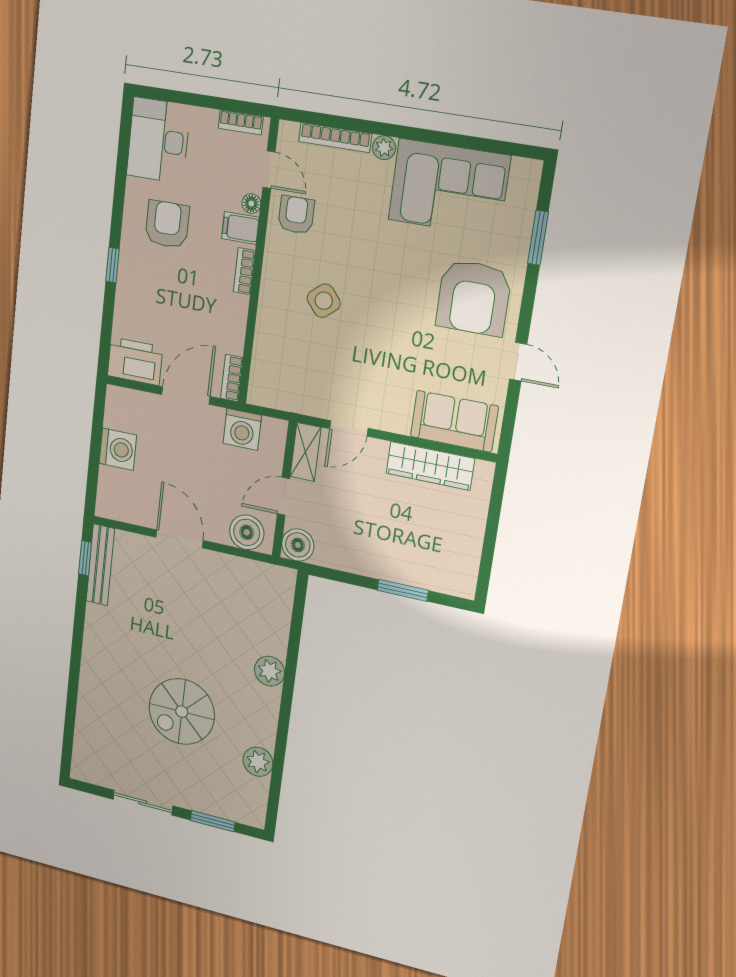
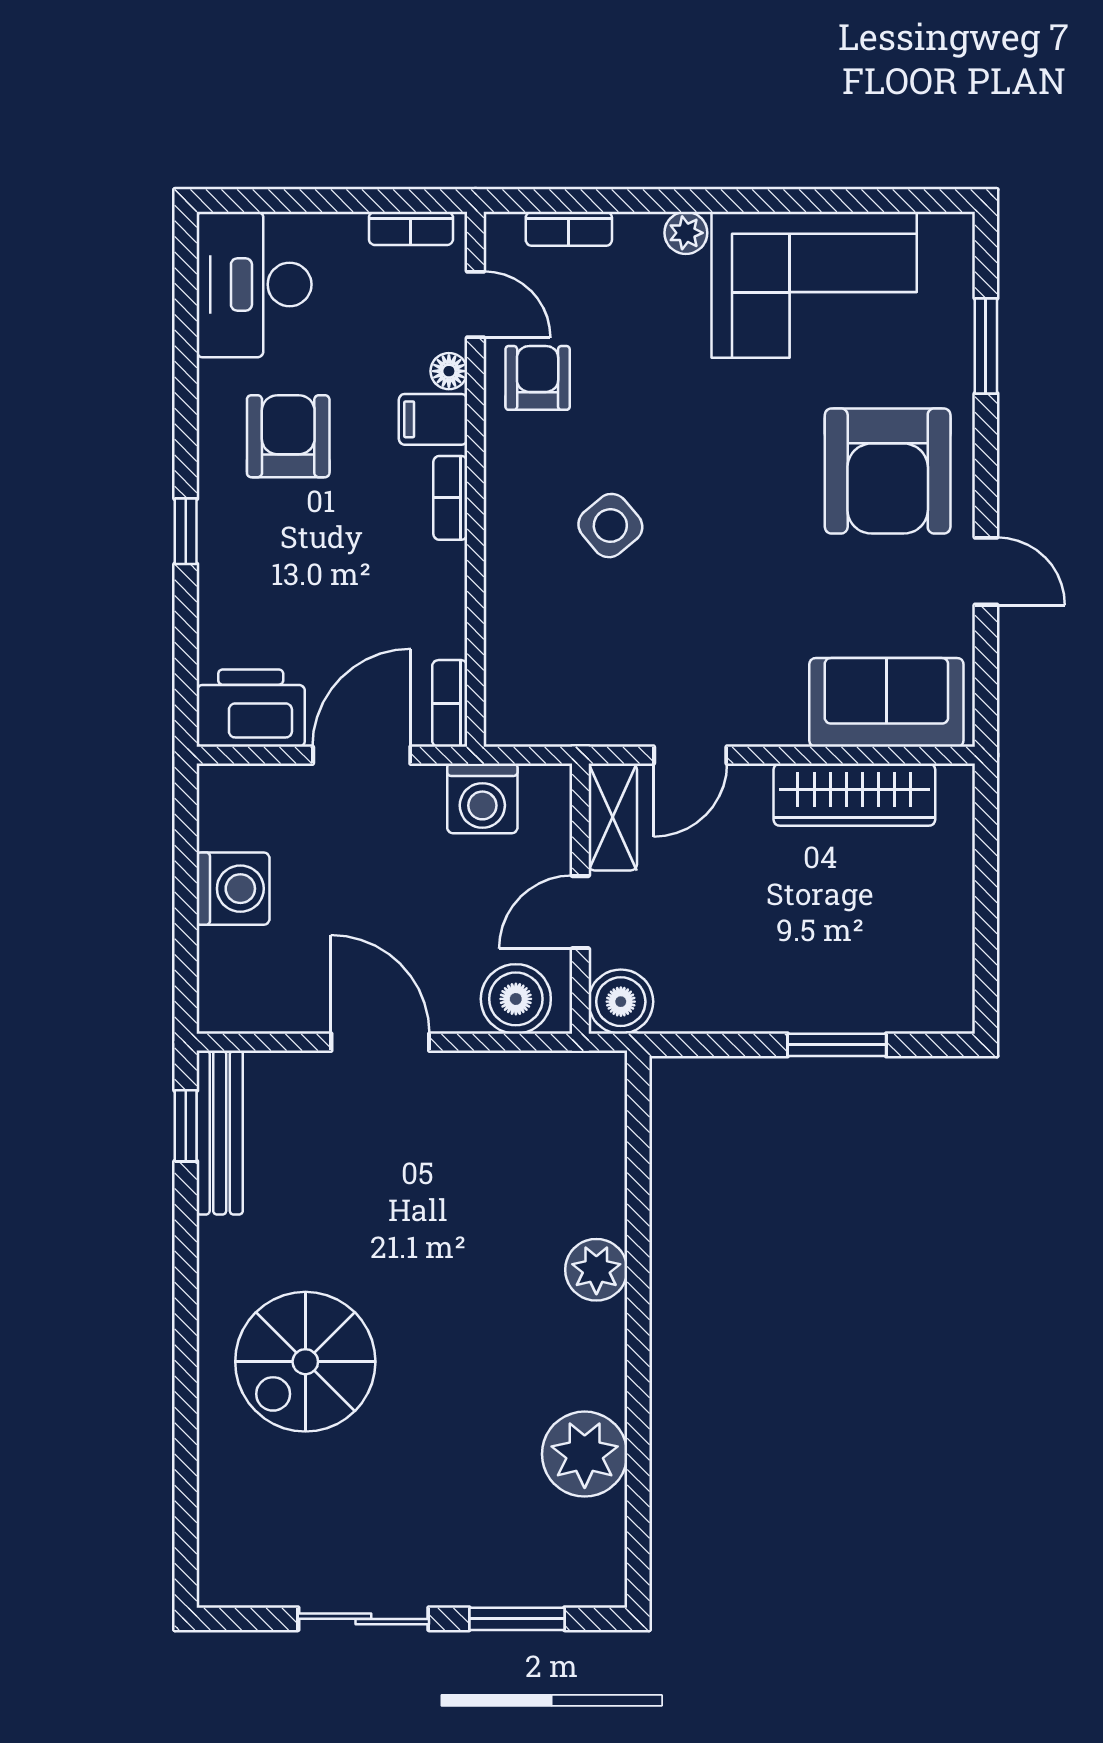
bookcase: (335, 138) -> (569, 229), width x0.64
spiral stairs: (182, 712) -> (305, 1362), moved
plant: (258, 762) -> (585, 1454), width x1.36, depth x1.36

